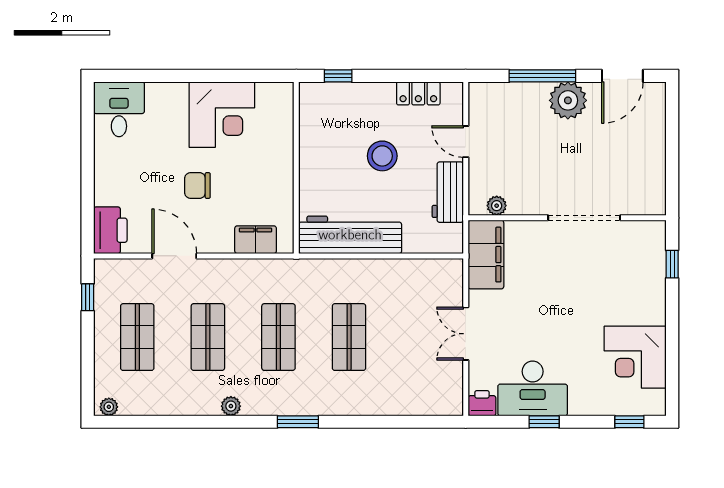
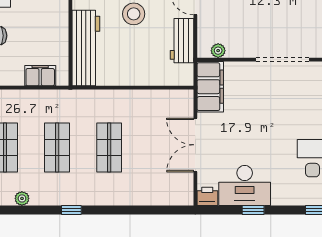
workbench: (350, 235) -> (86, 48), moved, turned 90
double door: (466, 334) -> (195, 145), width x1.37
window: (298, 422) -> (71, 210), width x0.67

